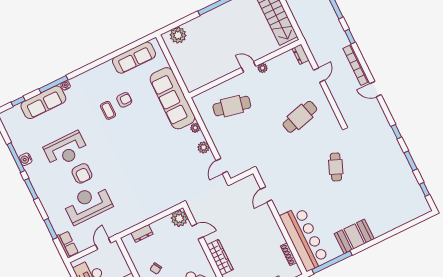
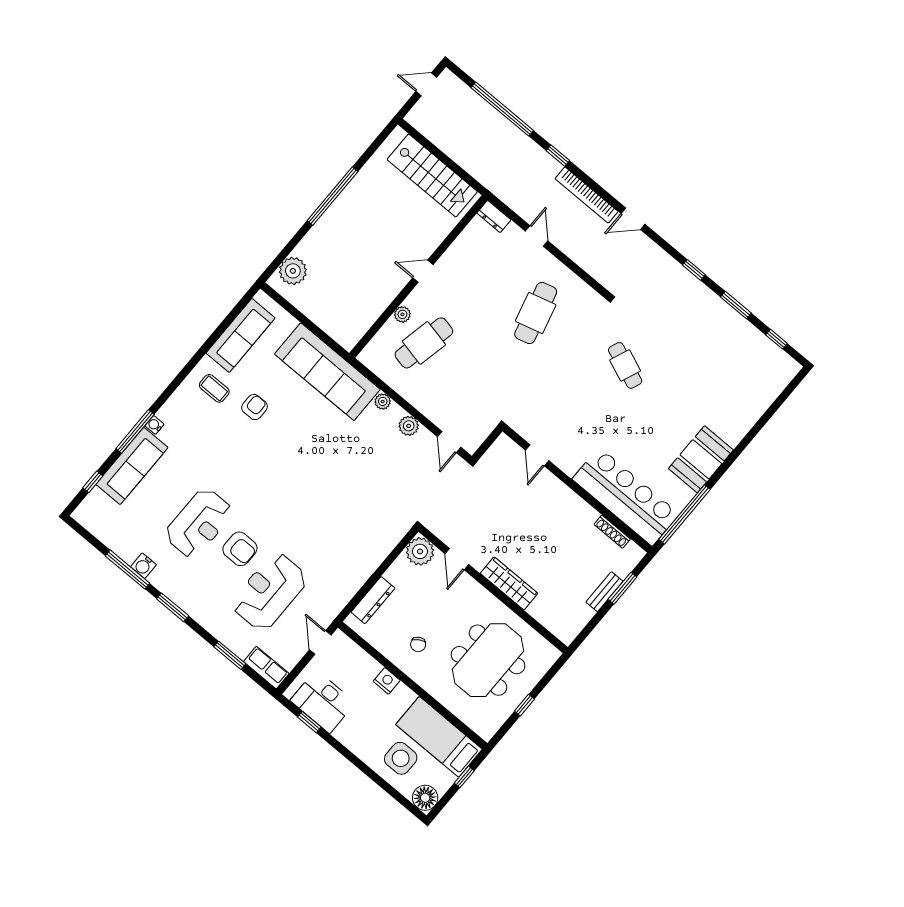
plant: (263, 68) -> (402, 314), moved
coffee table: (108, 110) -> (214, 388), moved
door: (197, 232) -> (457, 559), swing flipped
dresser: (142, 233) -> (373, 600), width x1.44

